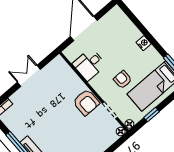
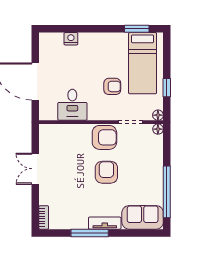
nightstand: (144, 43) -> (71, 39), moved
armchair: (123, 80) -> (112, 86), turned 180
armchair: (65, 123) -> (106, 172), added

